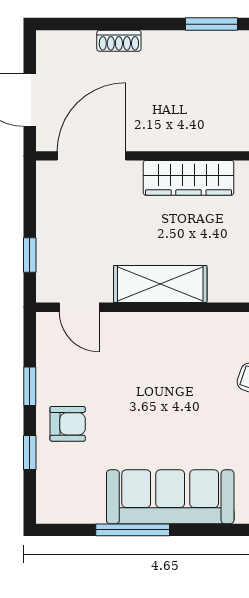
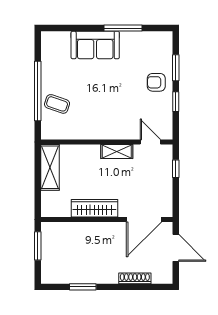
shoe rack: (119, 41) -> (135, 278), width x1.43
shelving: (160, 284) -> (117, 151), width x0.67, depth x0.75
window: (30, 452) -> (176, 68), width x1.50
sofa: (170, 497) -> (95, 45), width x0.73

